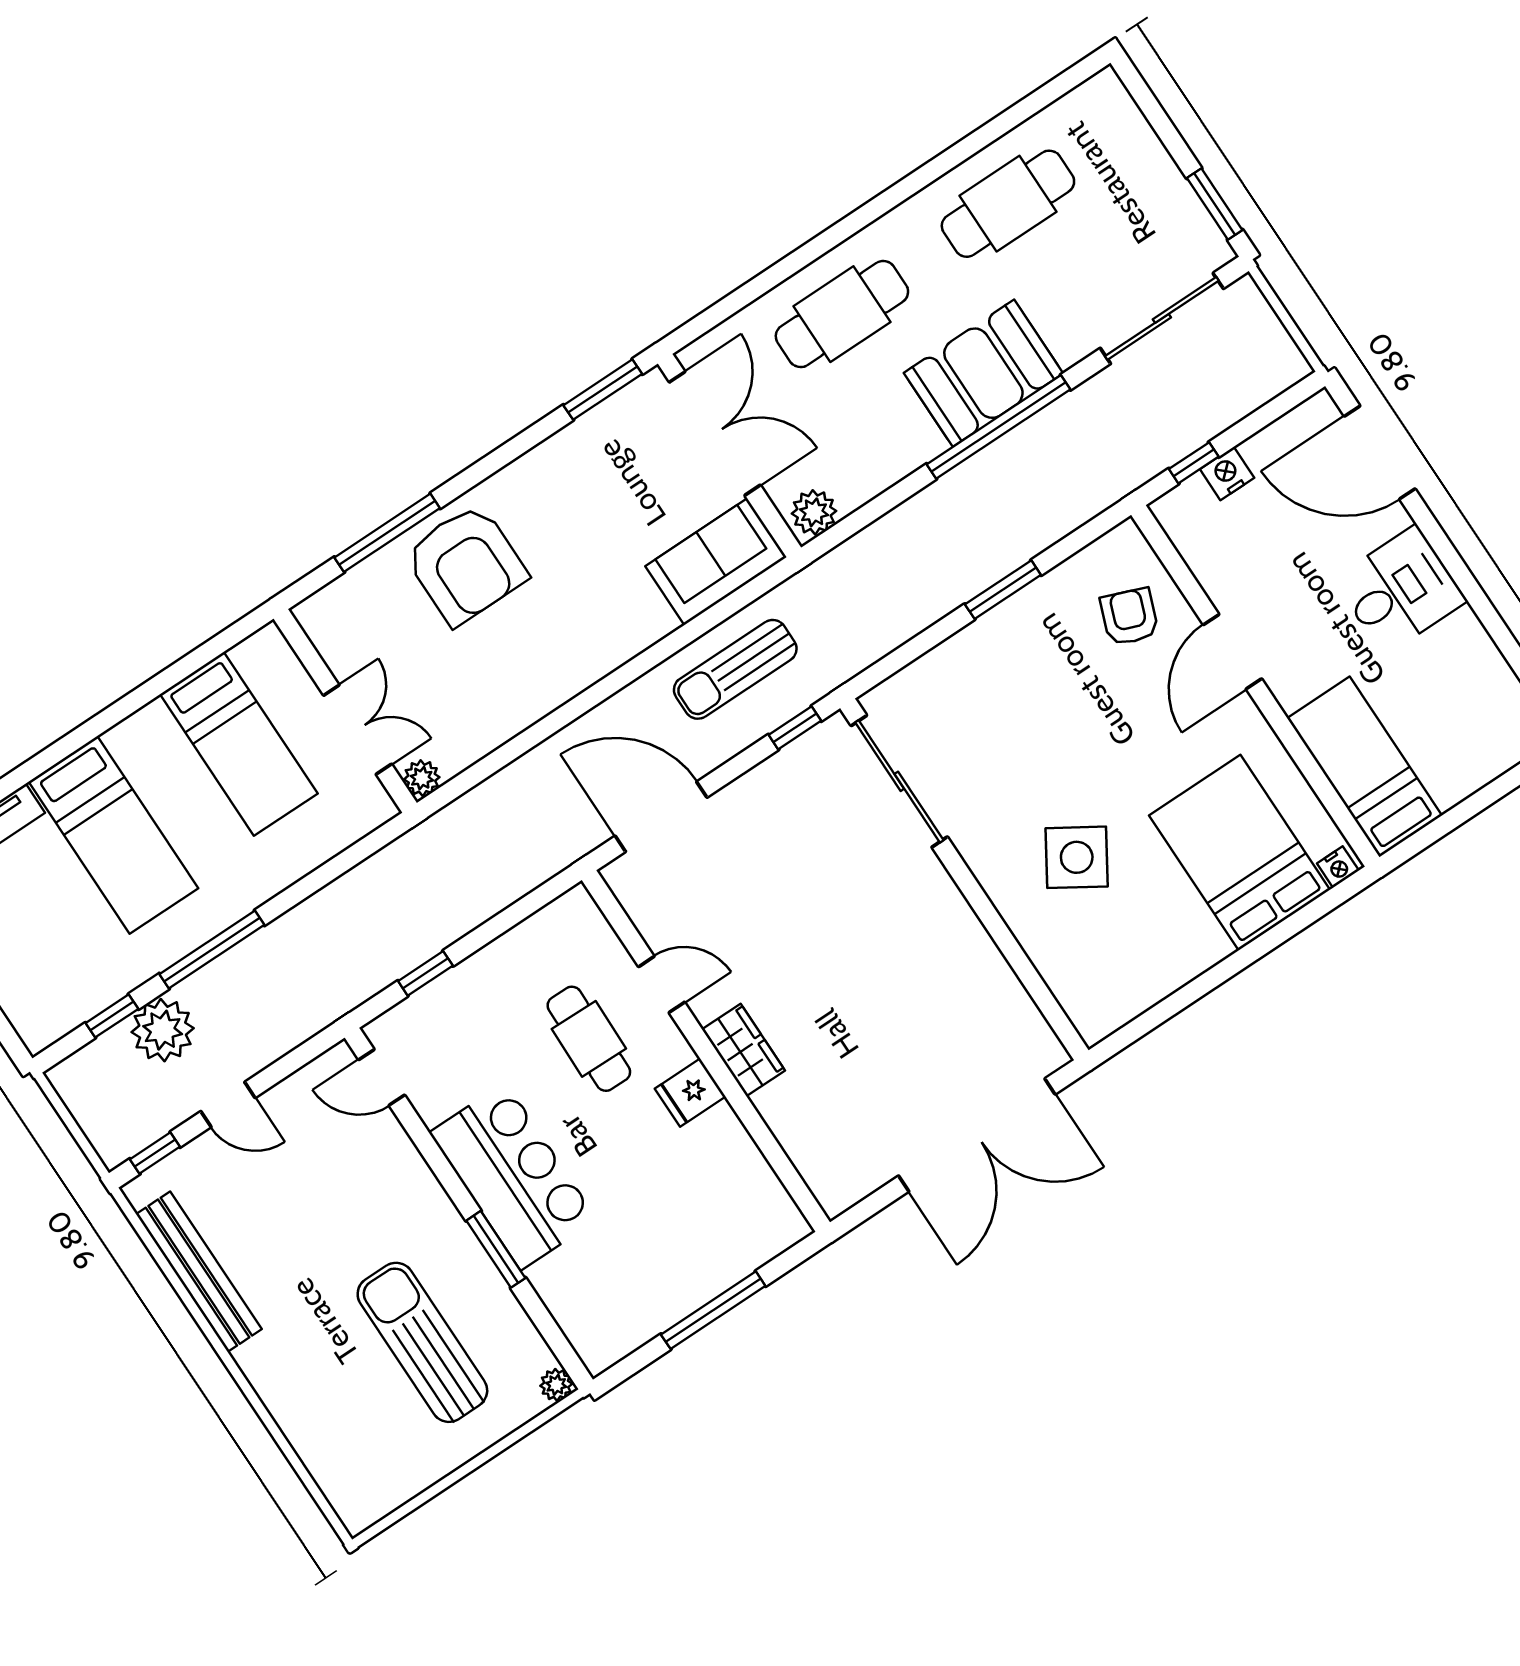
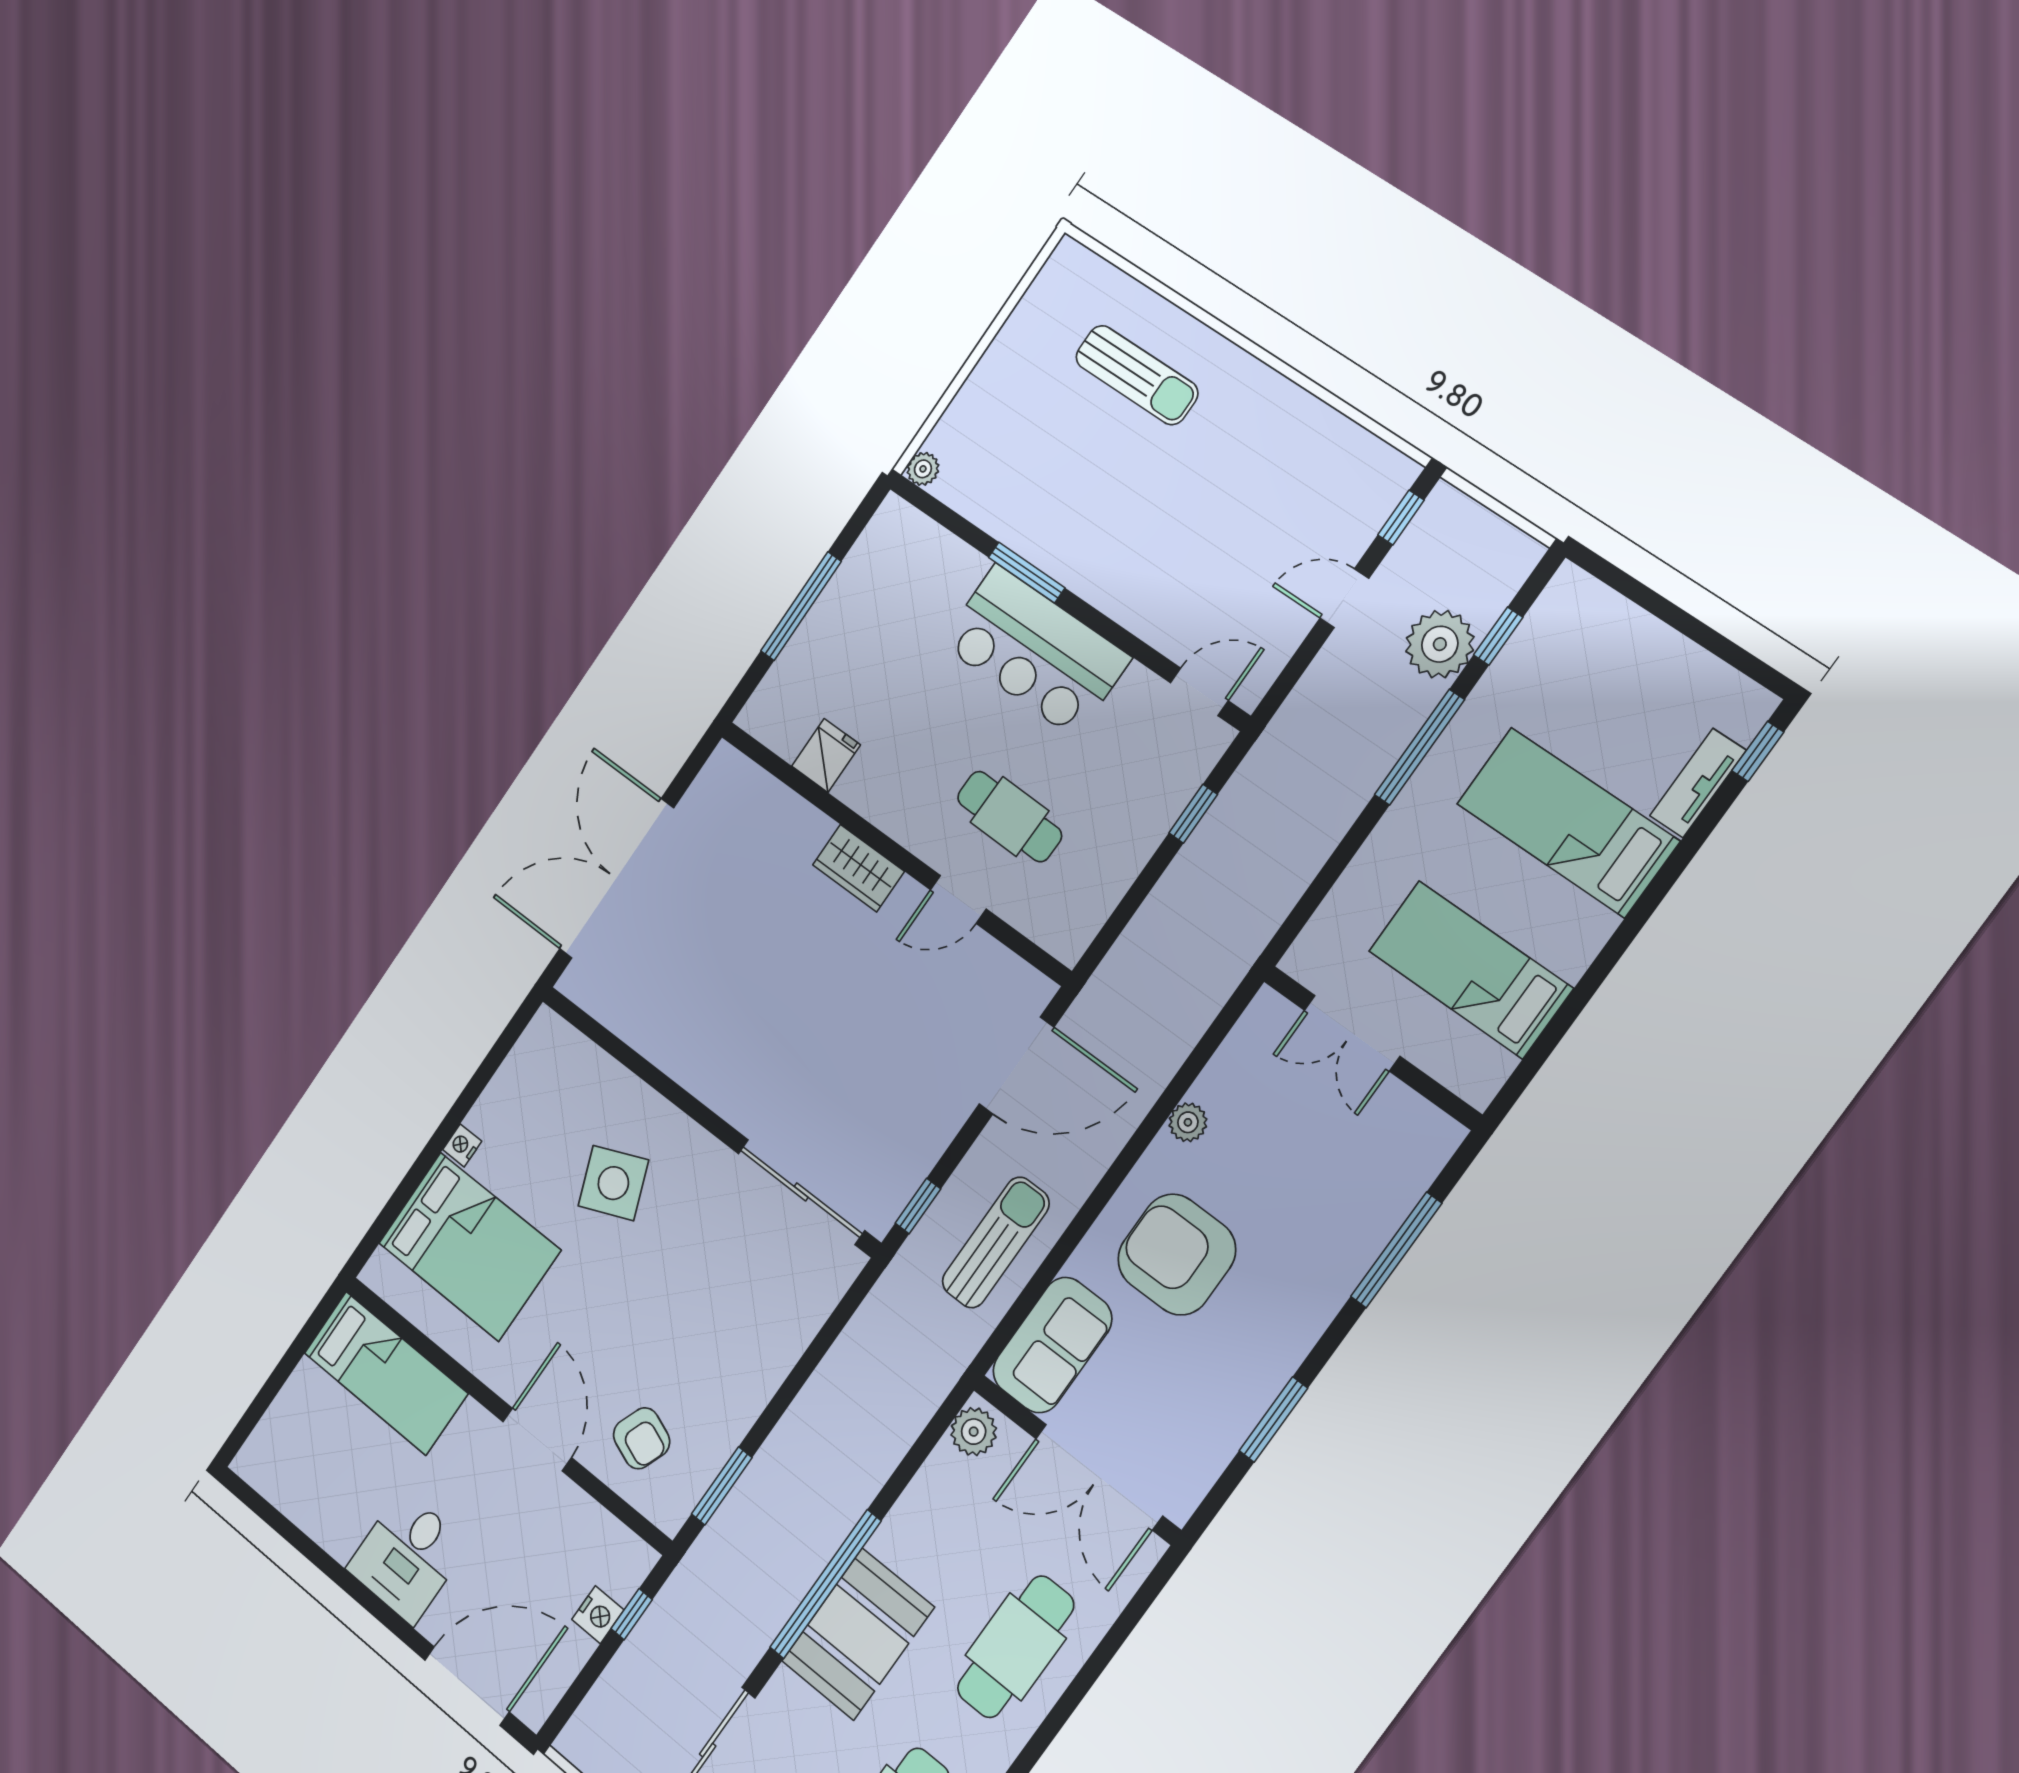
window: (603, 390) -> (1273, 1420), moved
armchair: (466, 564) -> (1177, 1255), moved
window: (1003, 590) -> (722, 1486), moved
plant: (422, 778) -> (1188, 1122), moved
side table: (1077, 857) -> (613, 1183), turned 36
nightstand: (1338, 867) -> (462, 1145), moved
fridge: (690, 1093) -> (826, 755), moved
bench: (199, 1272) -> (1312, 420), removed
sun lounger: (422, 1342) -> (1137, 375), moved, width x0.73, depth x0.75

